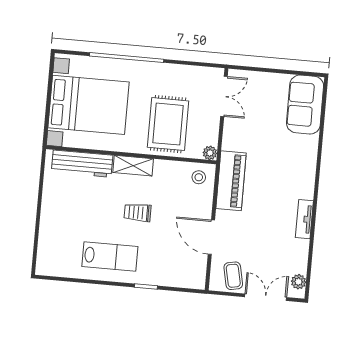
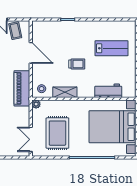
rug: (168, 124) -> (57, 133), moved
workbench: (82, 164) -> (108, 91), width x0.73
shelving: (133, 166) -> (65, 92), moved
lab bench: (110, 256) -> (111, 48), moved, turned 180

